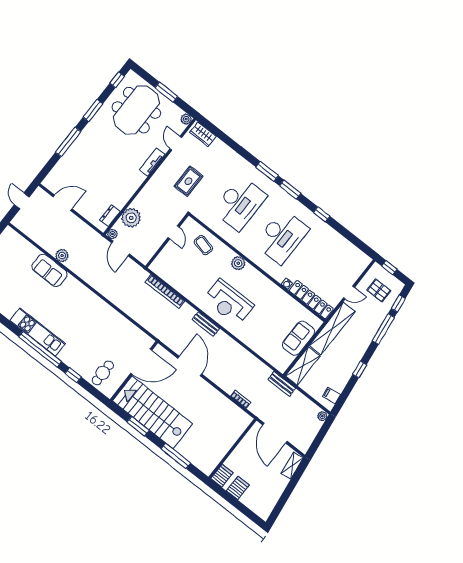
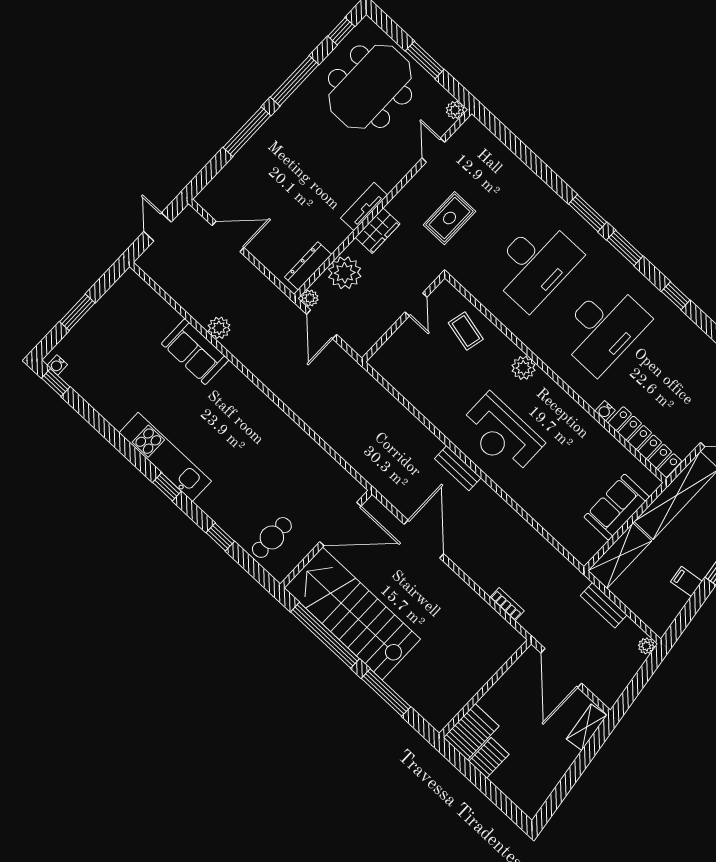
window: (93, 110) -> (295, 81), width x1.44
wardrobe: (203, 134) -> (378, 231), moved, turned -90
tv unit: (152, 162) -> (364, 207), moved
dresser: (110, 216) -> (308, 266), width x1.44
bookcase: (165, 291) -> (392, 406), removed
window: (40, 349) -> (167, 487), width x0.32
bench: (282, 384) -> (604, 605), moved
filing cabinet: (331, 395) -> (686, 581), moved
window: (138, 426) -> (325, 635), width x2.11
server rack: (222, 476) -> (471, 732), width x1.36, depth x1.44

